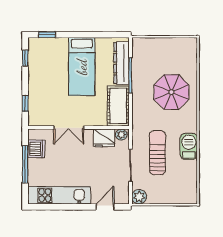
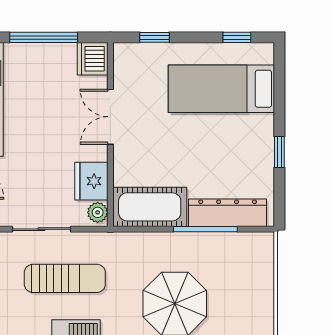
window: (47, 35) -> (279, 152), moved
bed: (82, 67) -> (221, 89), moved
dishwasher: (36, 149) -> (93, 59), moved, turned 90

